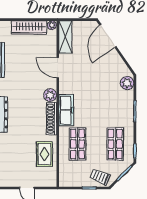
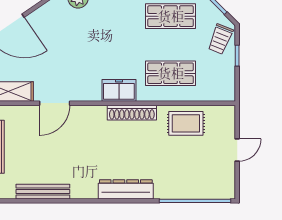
plant: (50, 95) -> (96, 115), removed
freezer: (66, 110) -> (119, 90), width x0.71

